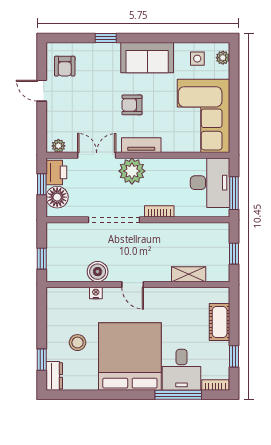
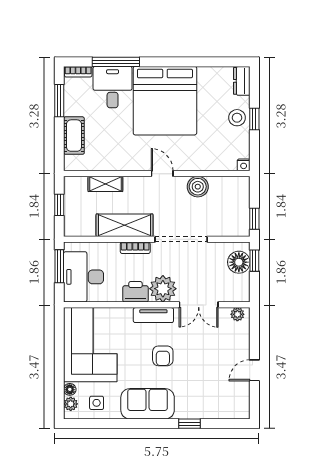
armchair: (65, 66) -> (231, 395), removed
floor lamp: (224, 72) -> (70, 389), added
door: (42, 91) -> (254, 370), swing flipped
armchair: (132, 105) -> (163, 356), turned 90
printer: (56, 172) -> (135, 292), moved, turned 90
window: (42, 184) -> (254, 261), moved
shelving: (170, 234) -> (125, 225), added
window: (42, 259) -> (254, 219), moved
nightstand: (96, 293) -> (244, 165), moved
stool: (78, 343) -> (237, 118), moved
window: (234, 356) -> (59, 101), width x1.50
window: (42, 360) -> (254, 119), moved

